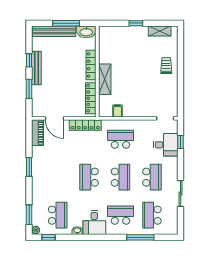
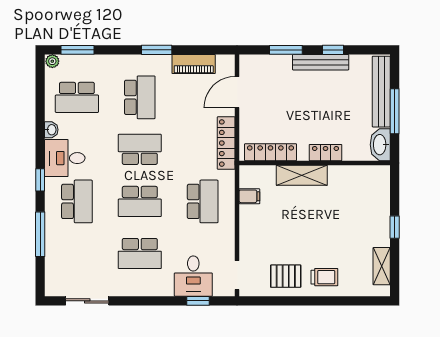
locker: (91, 65) -> (325, 153), width x0.66
pallet: (166, 89) -> (286, 276), added
piano: (38, 133) -> (194, 64), moved
sliding door: (181, 193) -> (87, 301), moved
school desk: (152, 215) -> (140, 97), moved, turned 90
window: (48, 237) -> (40, 180), moved

